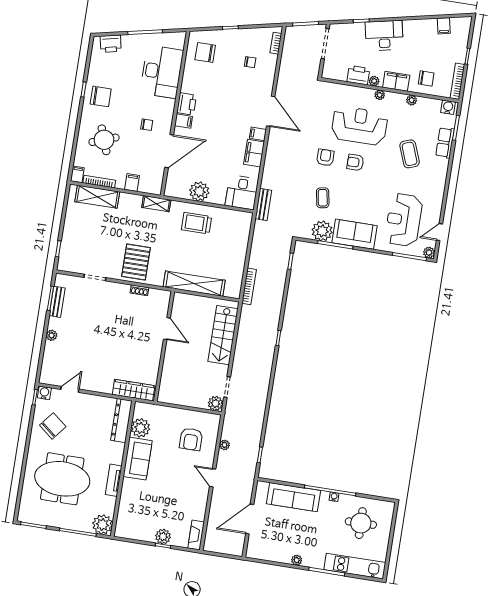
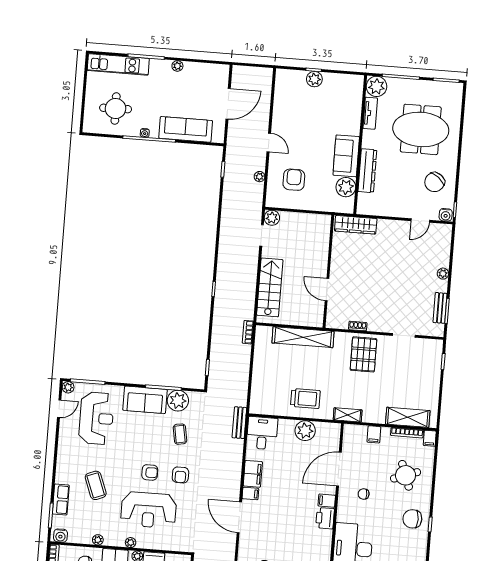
bookcase: (249, 286) -> (248, 332), width x0.64
dresser: (121, 421) -> (367, 171), moved
tv unit: (114, 480) -> (370, 113), moved
fireplace: (196, 535) -> (281, 83), removed

